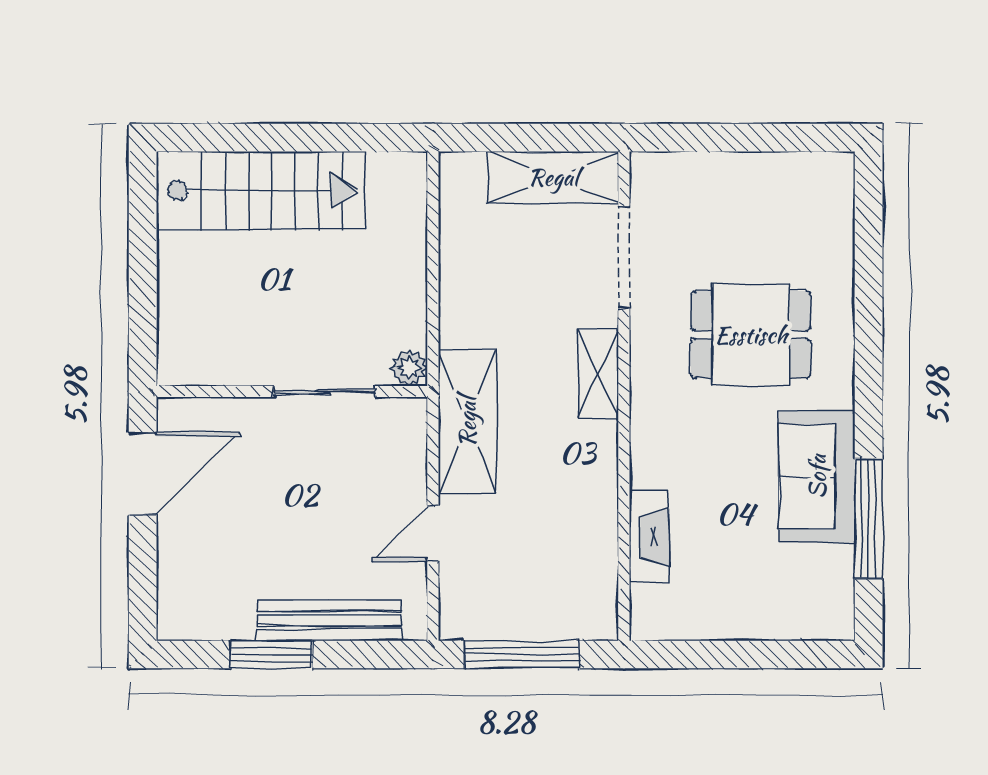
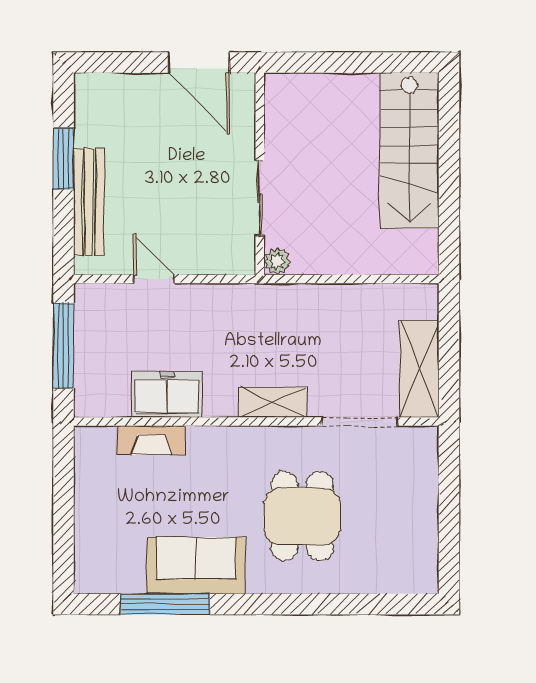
shelving: (467, 422) -> (237, 305), removed
freezer: (588, 516) -> (167, 394), added

